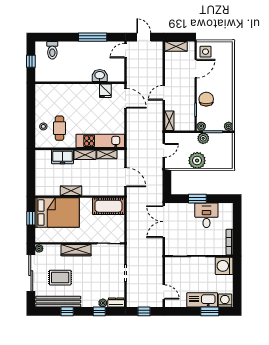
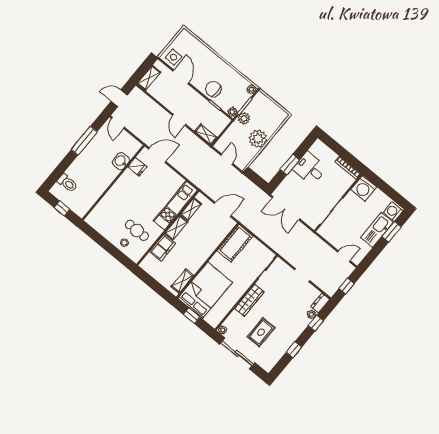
shelving: (71, 191) -> (182, 281), moved
bench: (58, 302) -> (280, 350), removed

